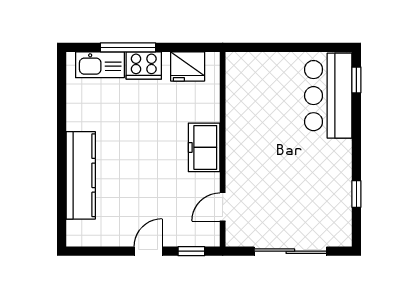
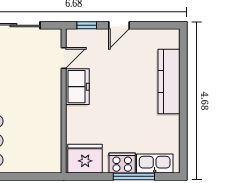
fridge: (188, 67) -> (85, 159), width x1.36, depth x1.34
freezer: (204, 147) -> (77, 87), moved

